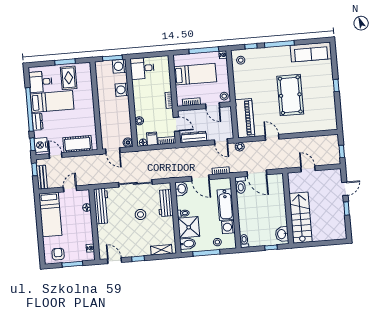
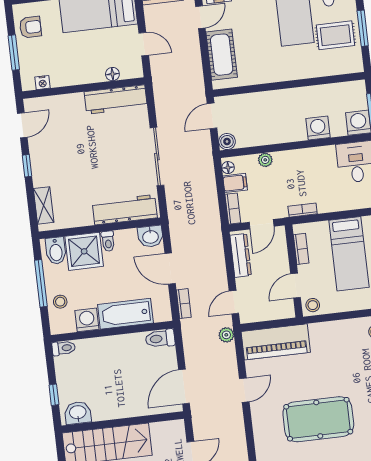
door: (257, 173) -> (184, 387), moved
door: (200, 178) -> (170, 269), hinge flipped
workbench: (165, 203) -> (125, 210), width x1.38
stool: (140, 214) -> (103, 167), removed

